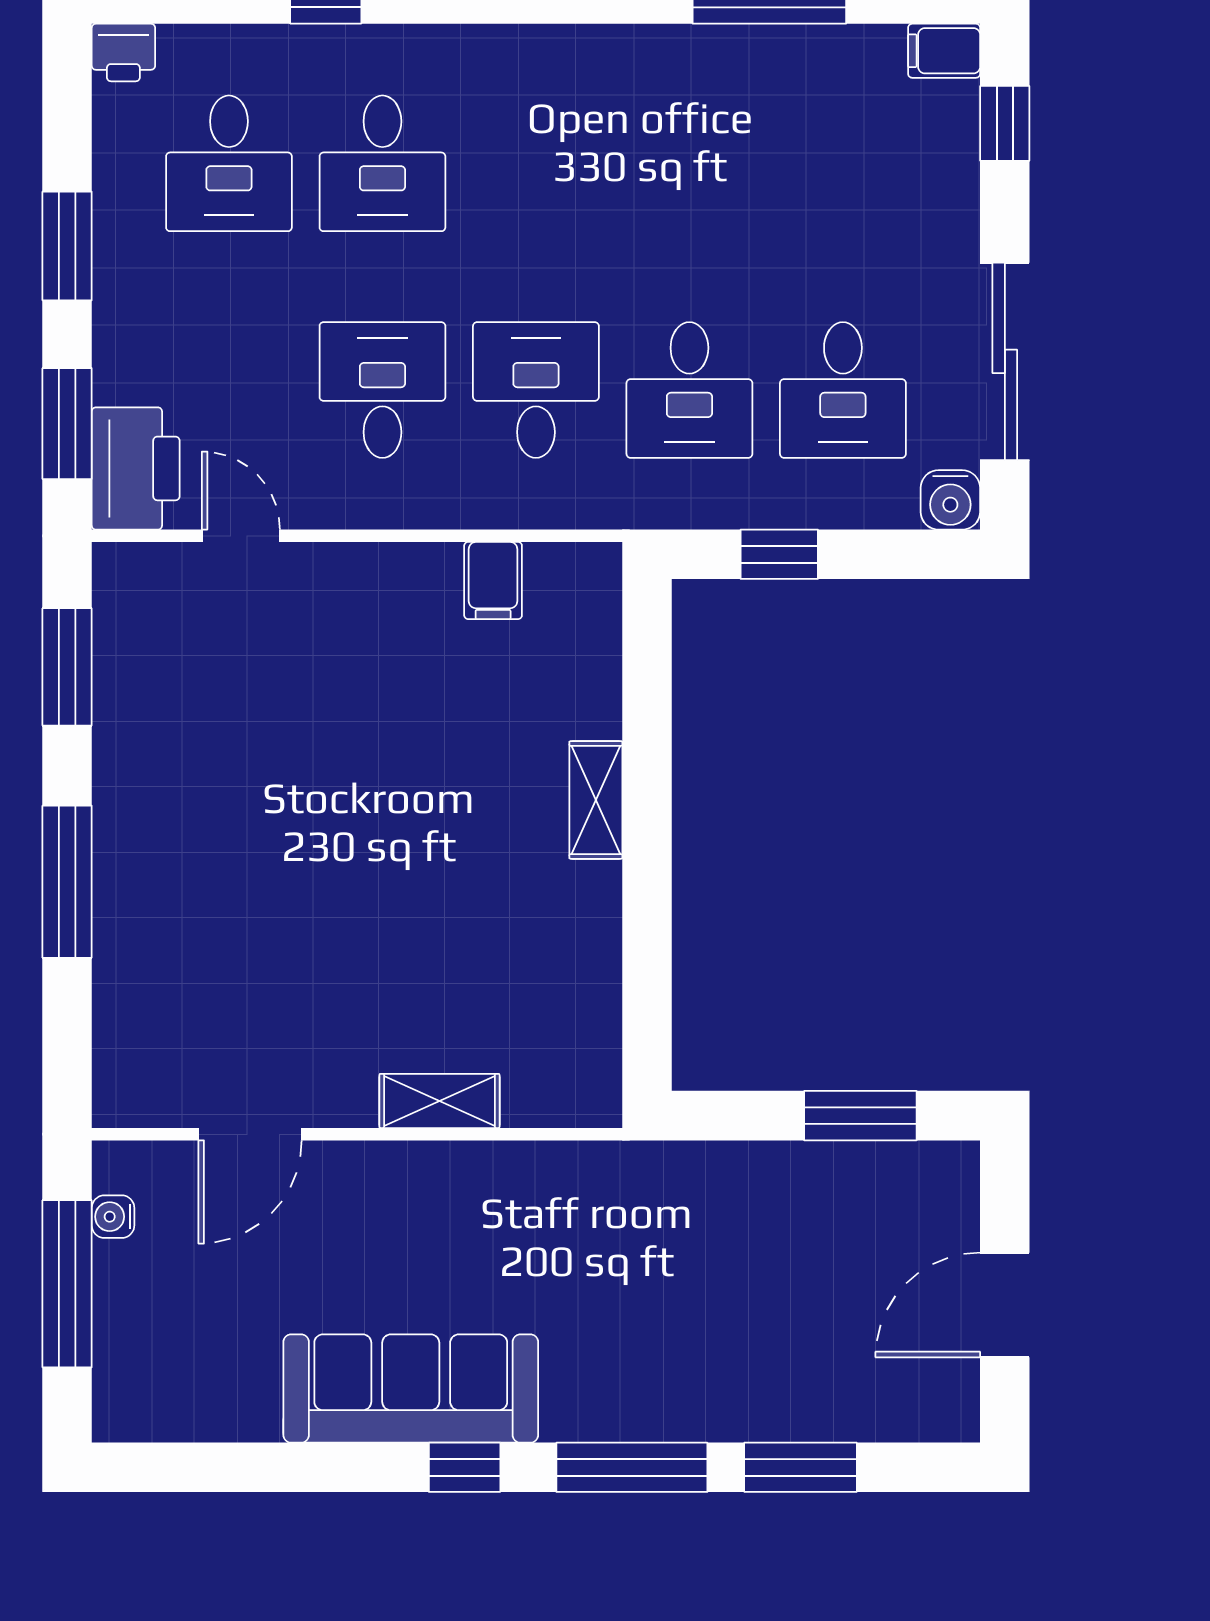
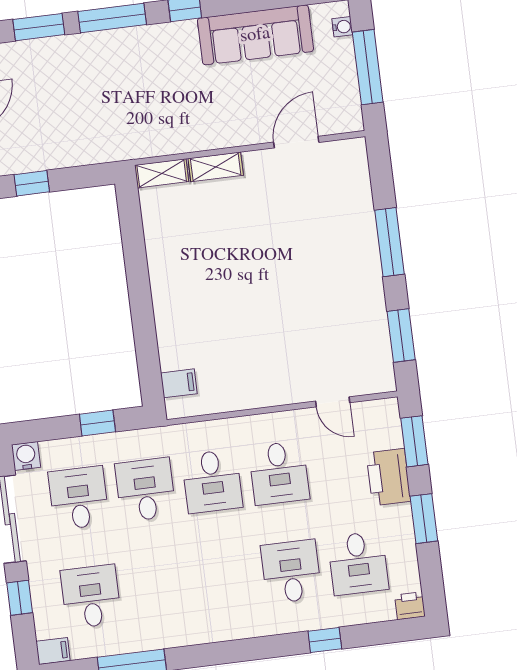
window: (1005, 123) -> (20, 598), moved
desk: (229, 163) -> (358, 563), turned 180
desk: (843, 163) -> (91, 597), added
printer: (136, 468) -> (388, 477), moved
filing cabinet: (493, 581) -> (179, 383), moved, turned 90
shelving: (596, 800) -> (162, 173), moved, turned 90
window: (860, 1116) -> (32, 183), width x0.67
water cooler: (113, 1217) -> (342, 27), moved
sofa: (411, 1389) -> (255, 35), moved

